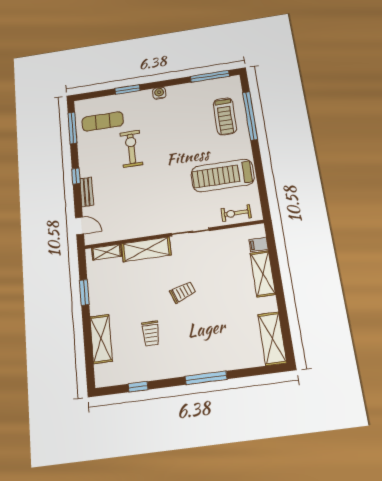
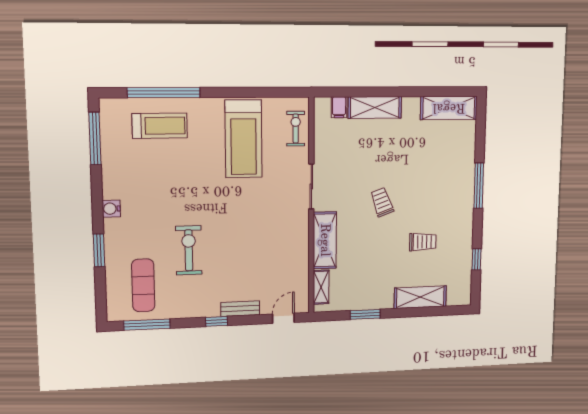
exercise bike: (131, 149) -> (189, 250), turned 90
exercise bike: (236, 213) -> (296, 129), turned 180

